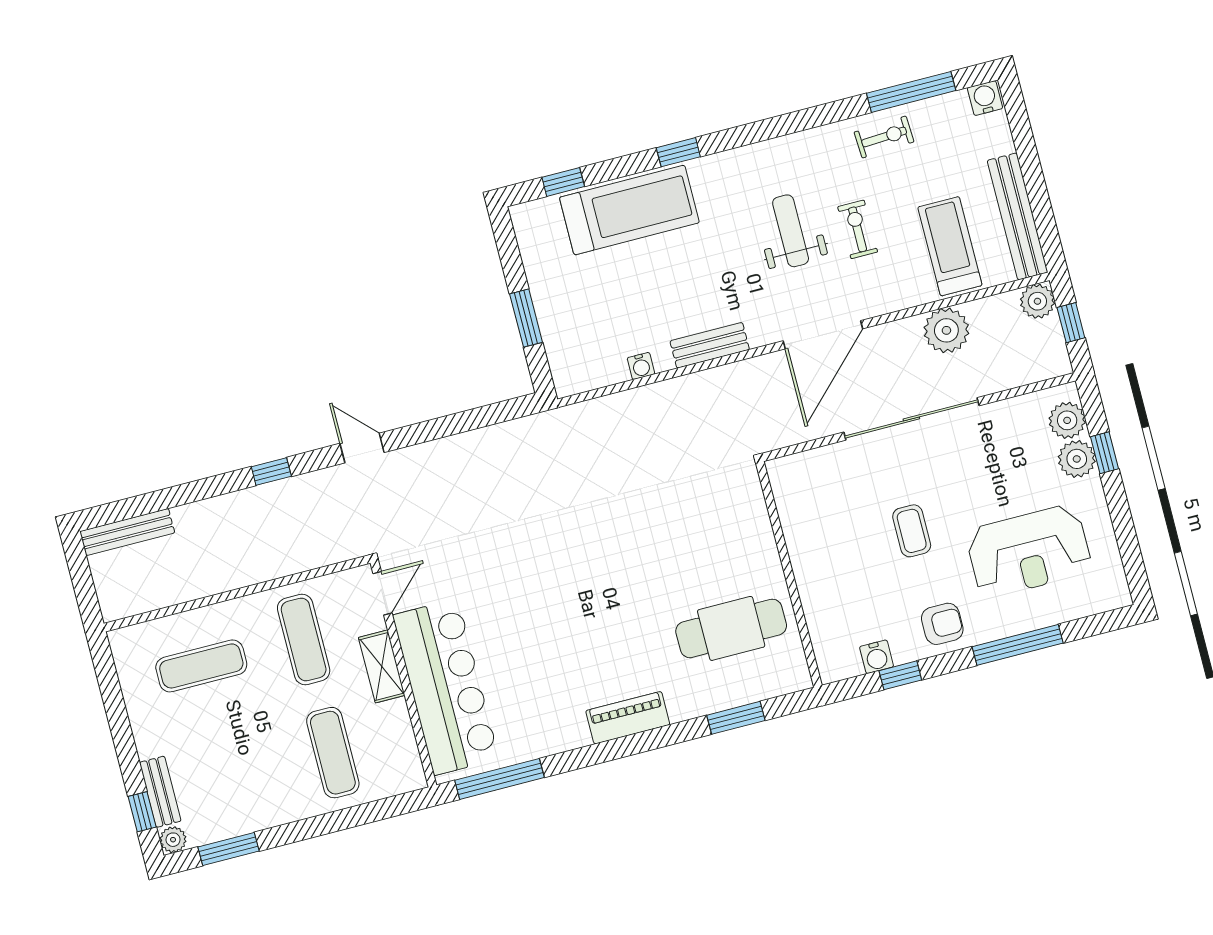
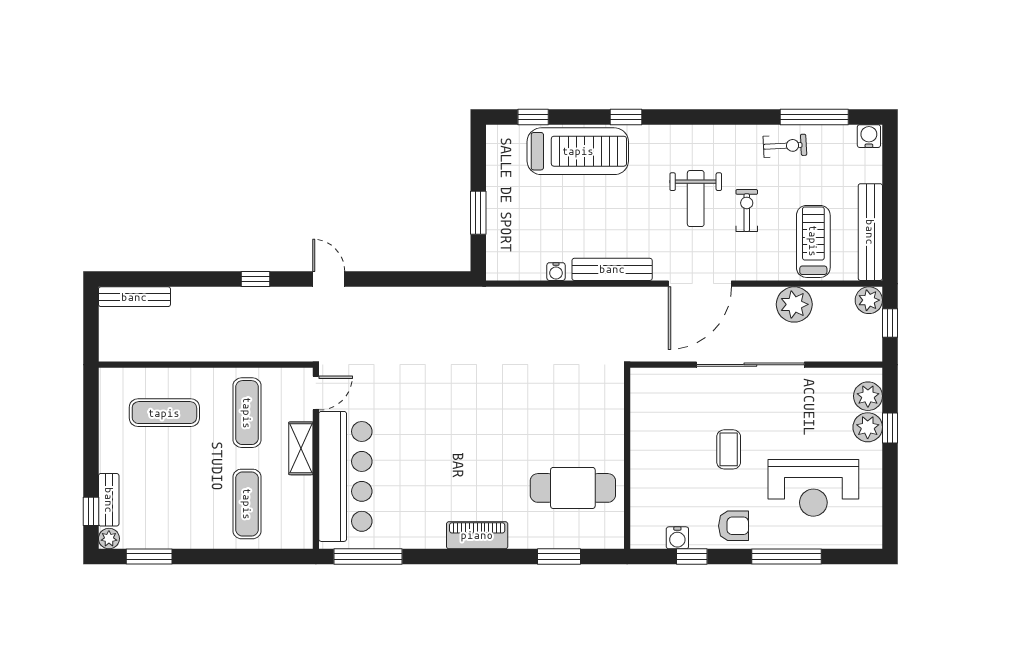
weight bench: (791, 231) -> (696, 199), turned 180
bench: (710, 345) -> (612, 269), width x1.36

